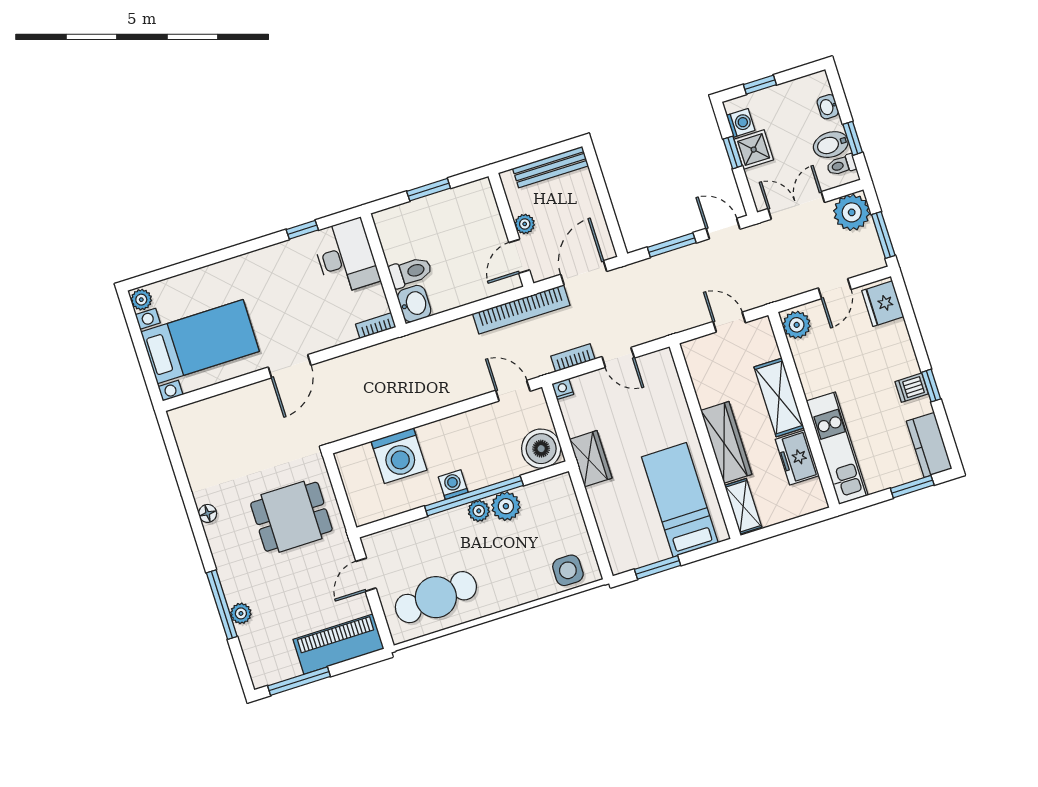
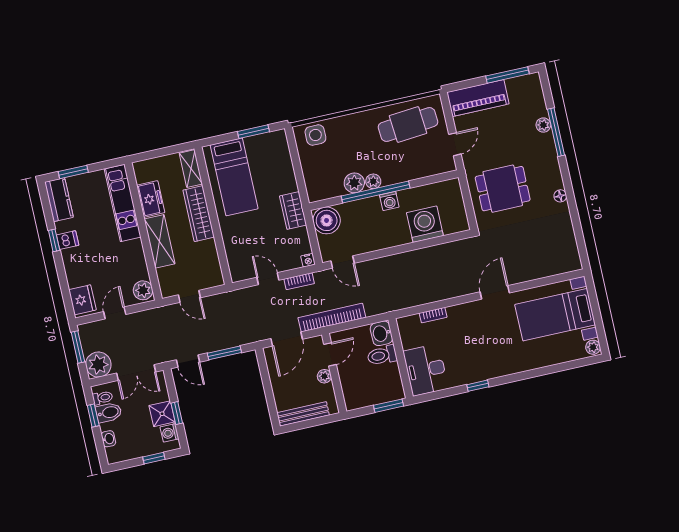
desk: (346, 257) -> (426, 370), moved
wall: (383, 270) -> (401, 358), moved
toilet: (410, 272) -> (382, 355), moved
washbasin: (414, 304) -> (381, 333), moved

